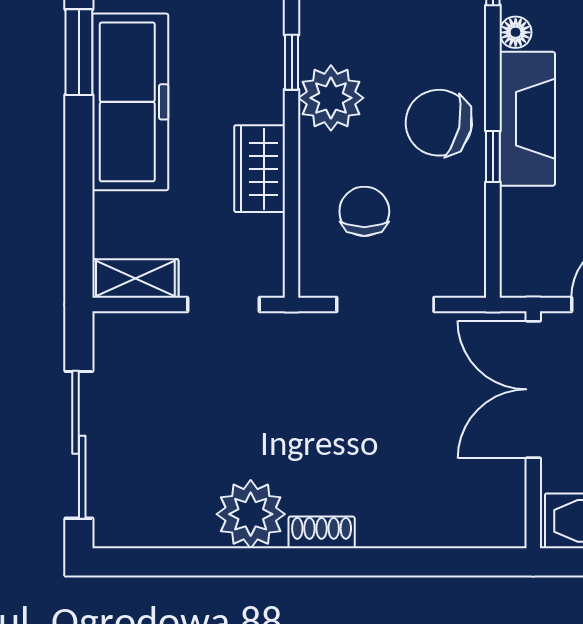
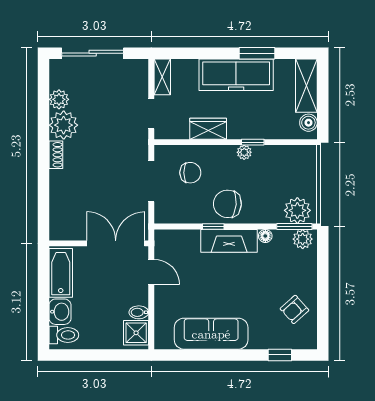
plant: (331, 98) -> (244, 152), width x0.53, depth x0.53
chair: (439, 123) -> (227, 204), turned -99
plant: (189, 525) -> (59, 99), added

